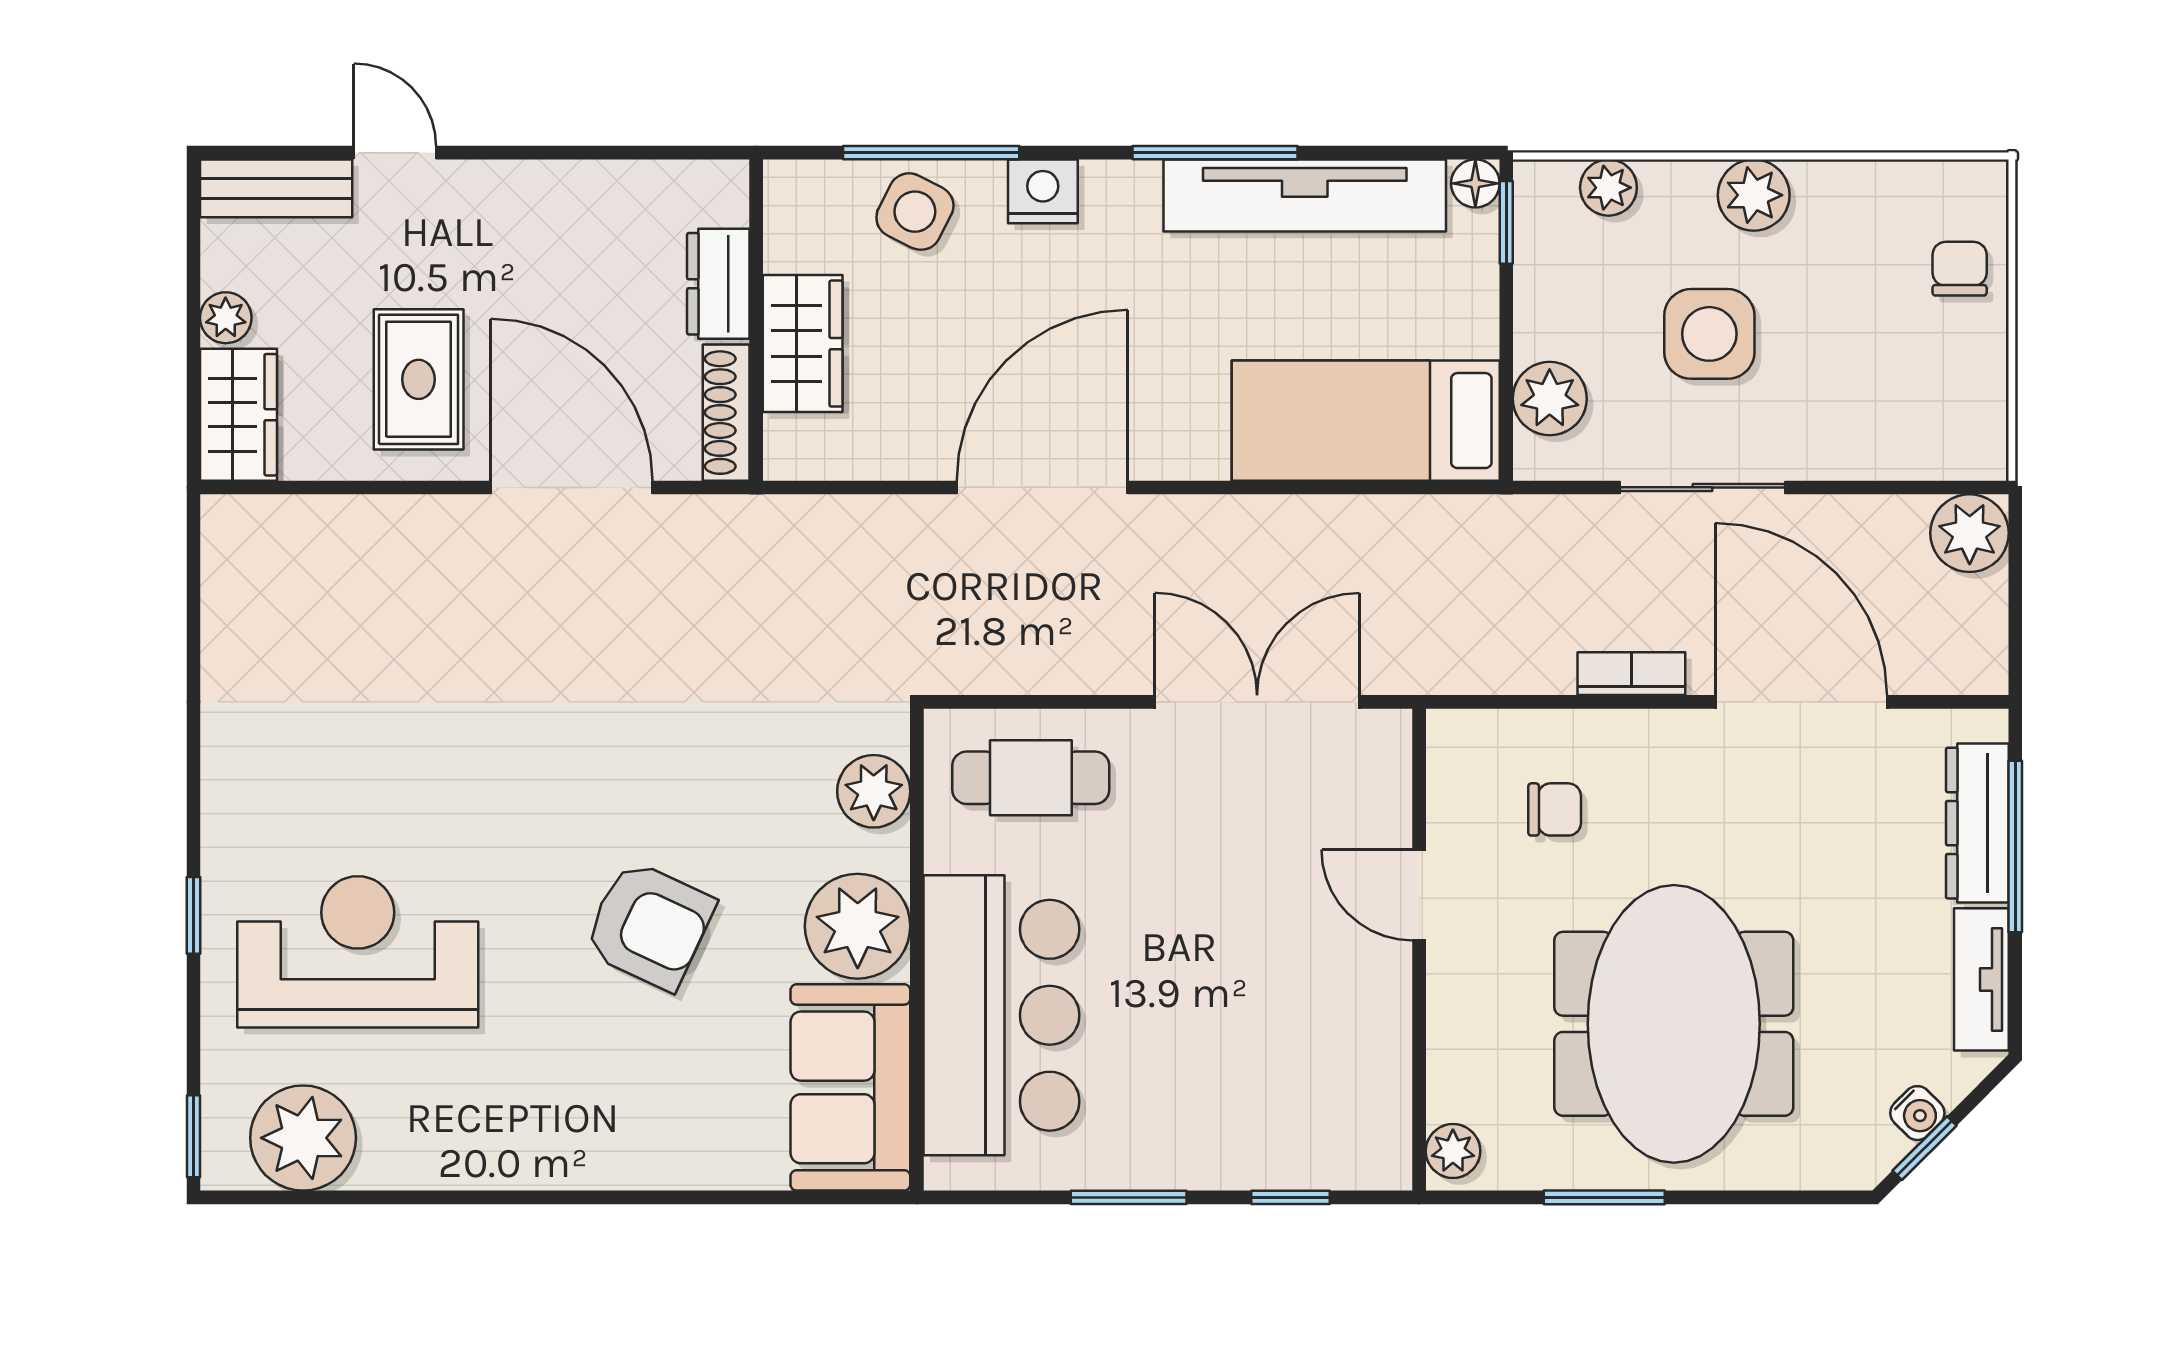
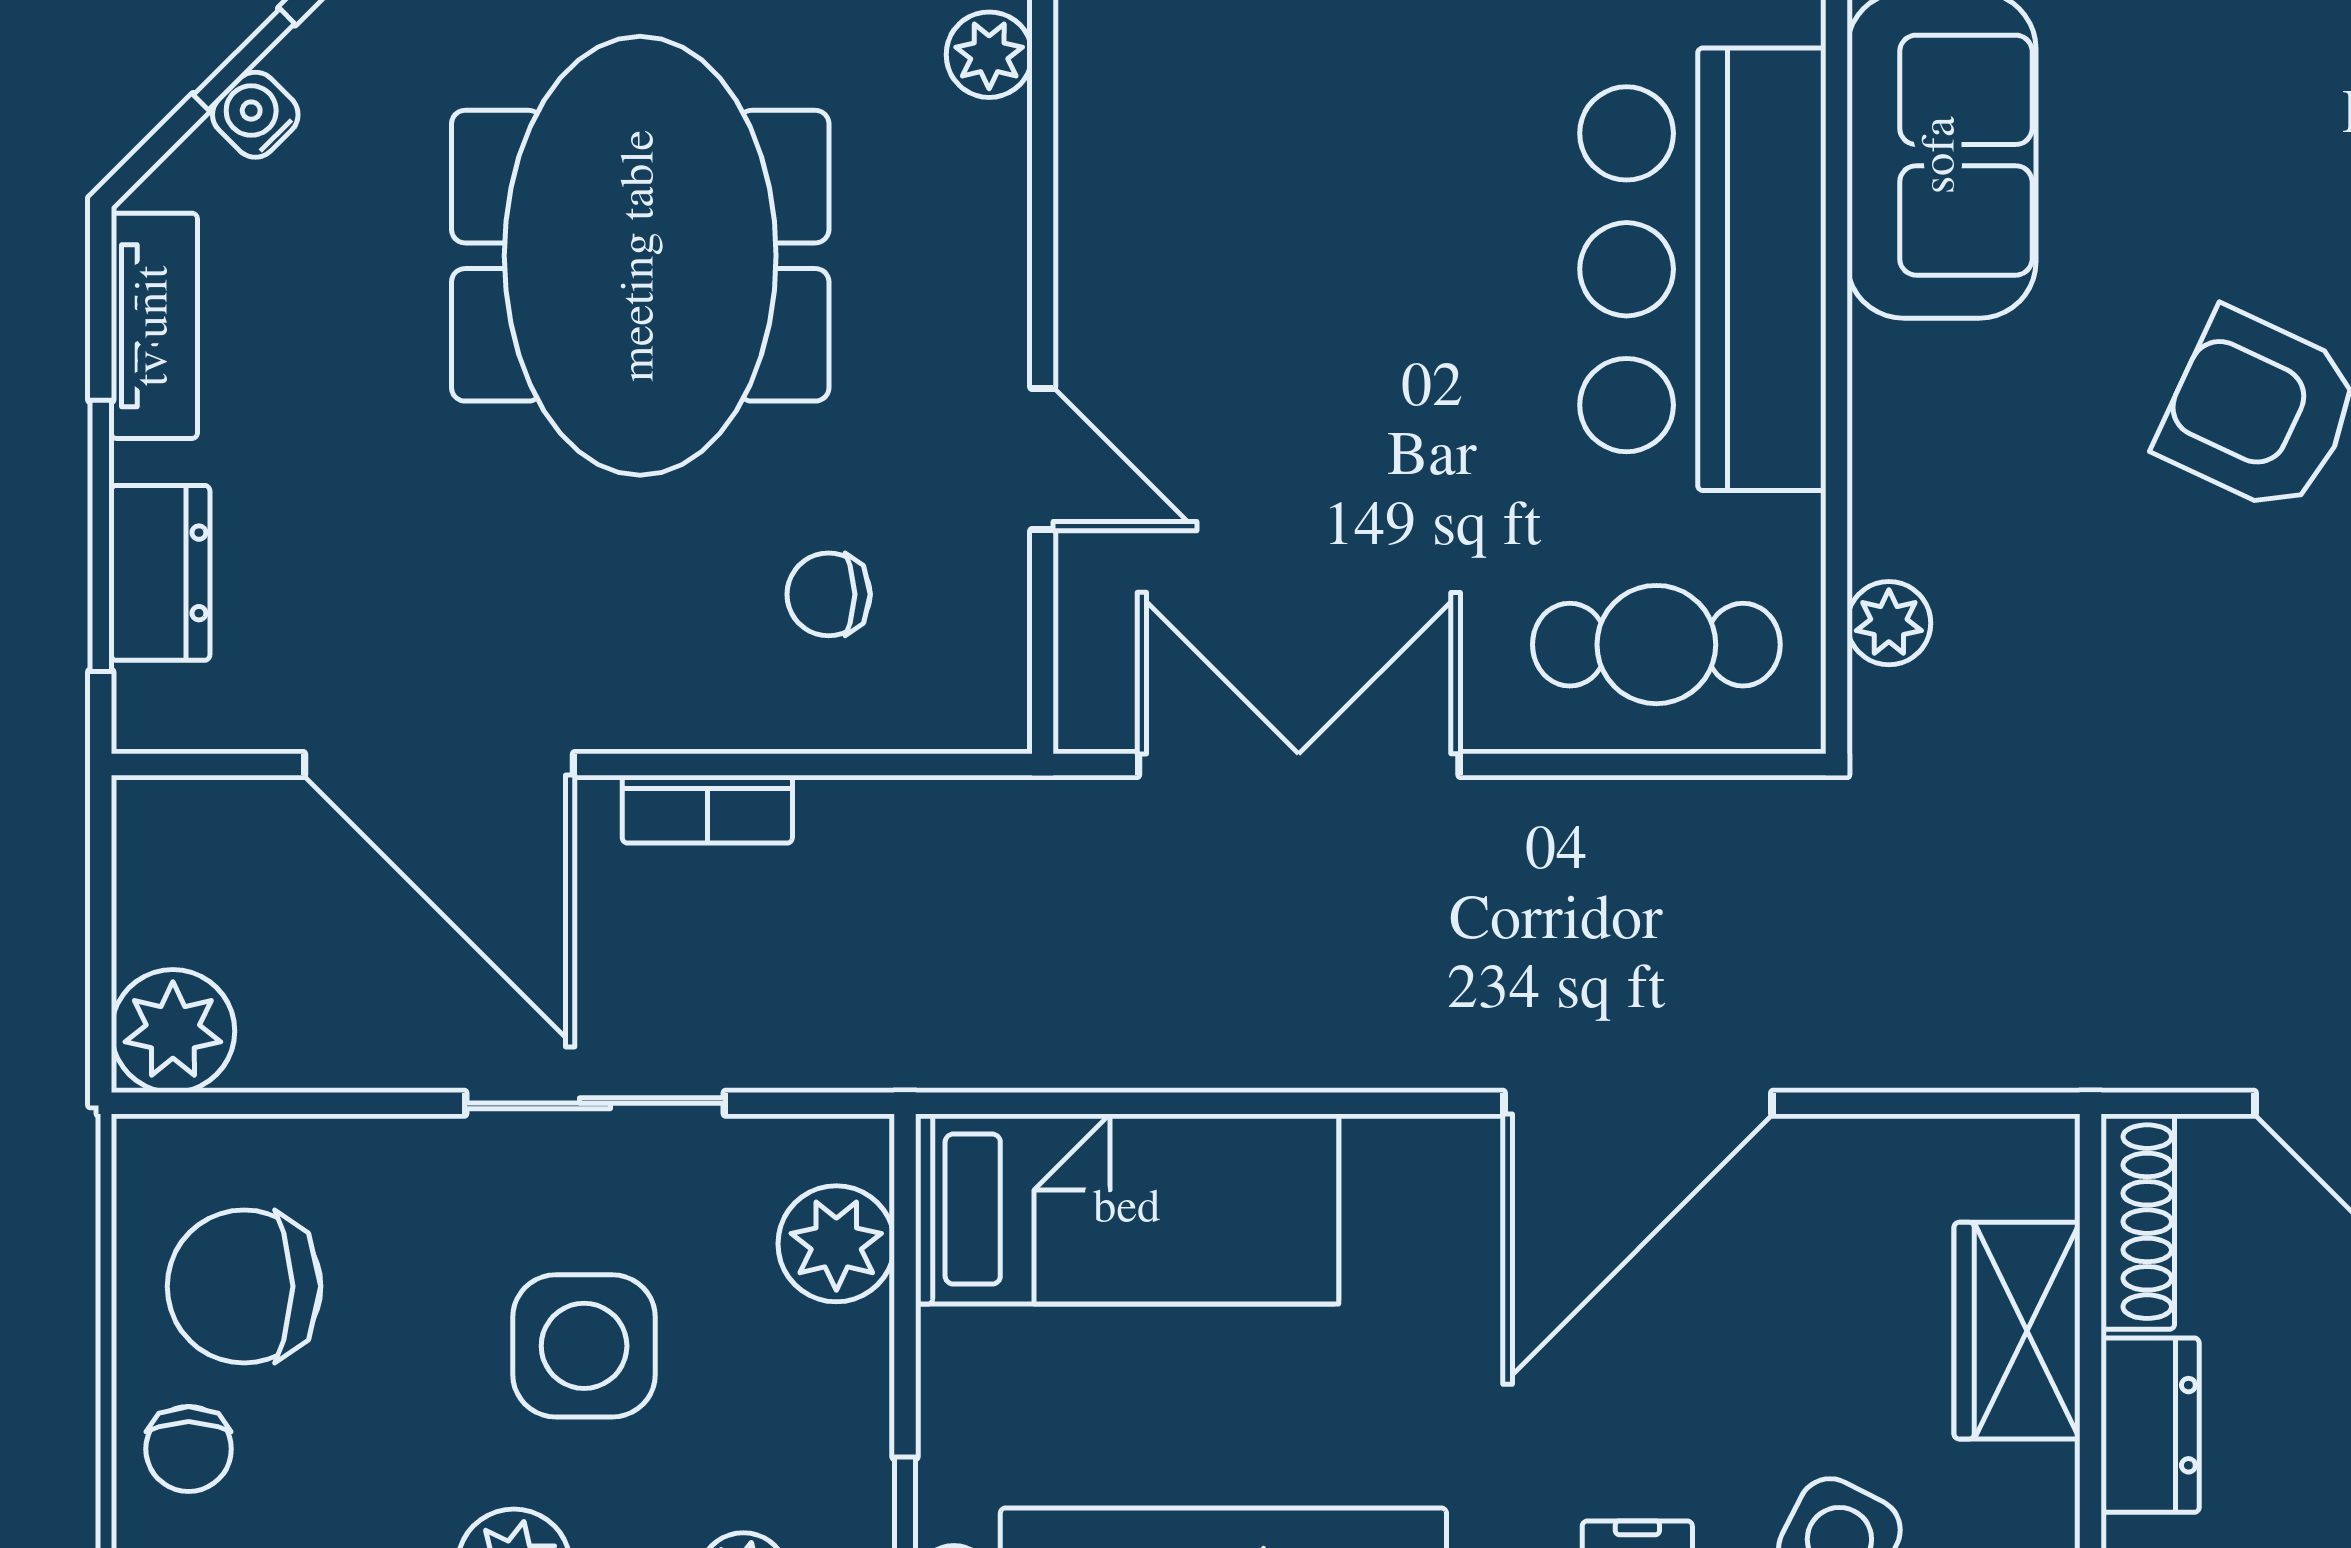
chair: (1924, 372) -> (244, 1286), added
double door: (1257, 702) -> (1299, 765), swing flipped
plant: (874, 791) -> (1889, 623), width x0.73, depth x0.73
dresser: (1977, 823) -> (161, 573), width x0.70
plant: (858, 926) -> (1930, 410), removed

